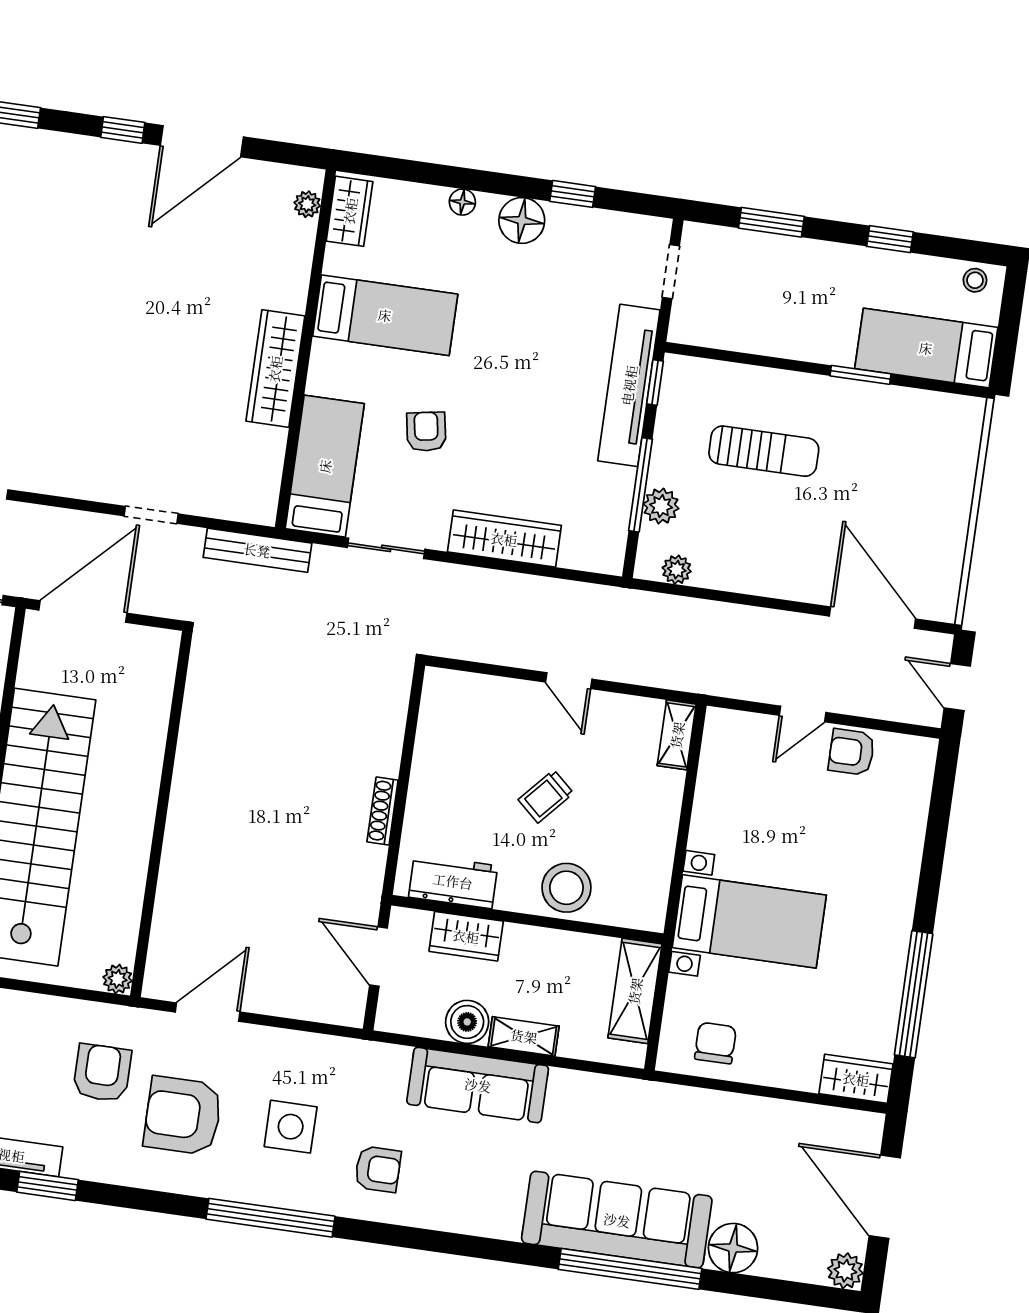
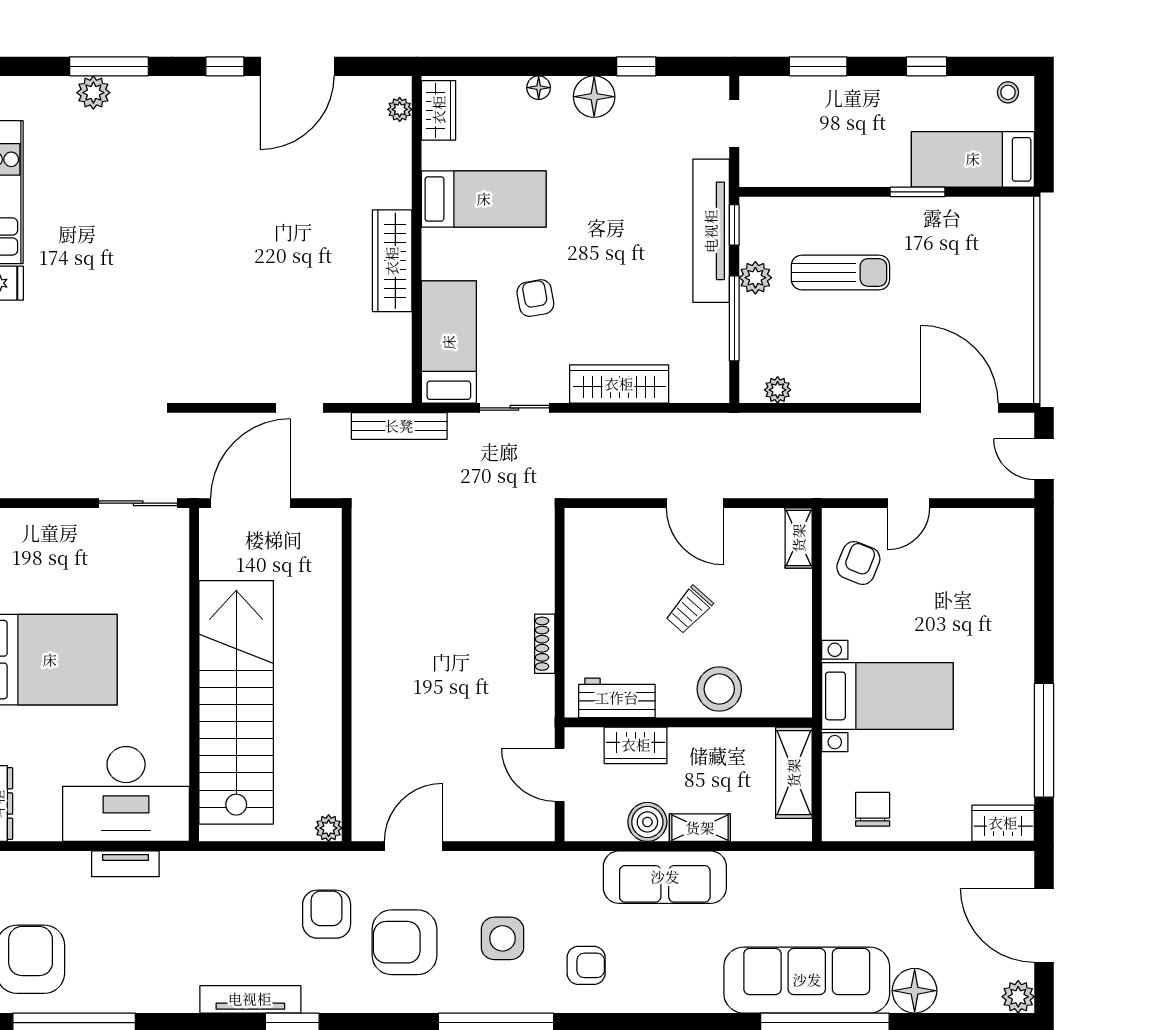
plant: (661, 506) -> (755, 278), moved
door: (569, 681) -> (695, 503), width x1.38
armchair: (852, 752) -> (858, 563), moved, turned 112

